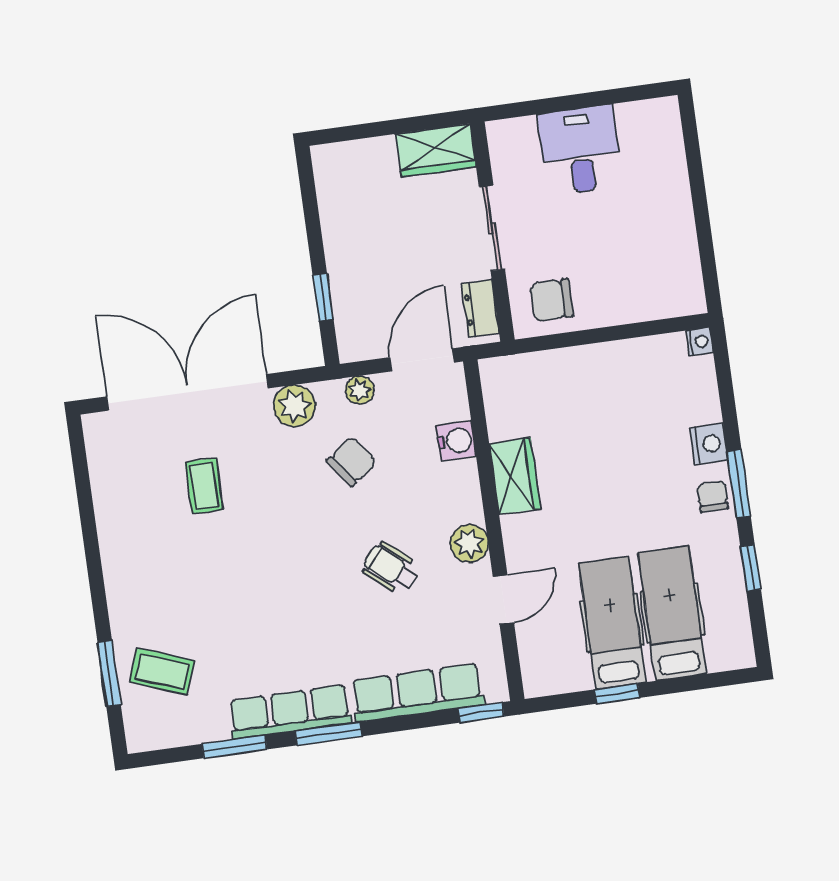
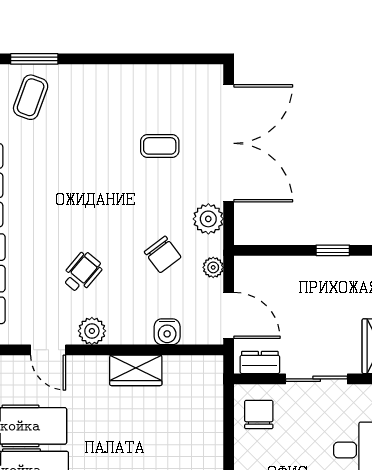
window: (323, 297) -> (333, 250), moved

